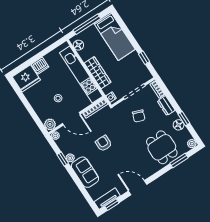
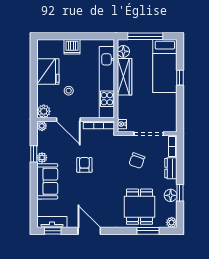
window: (144, 58) -> (180, 78), moved
wardrobe: (98, 73) -> (124, 77), moved
fridge: (26, 78) -> (48, 71), moved, turned -90

